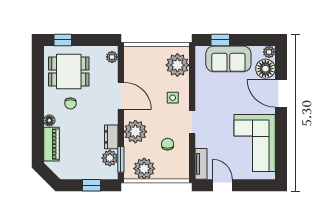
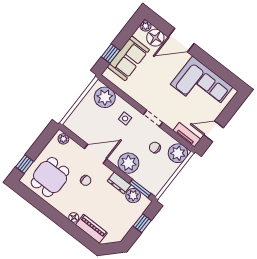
chair: (70, 103) -> (86, 180), moved
plant: (144, 169) -> (178, 153), moved

